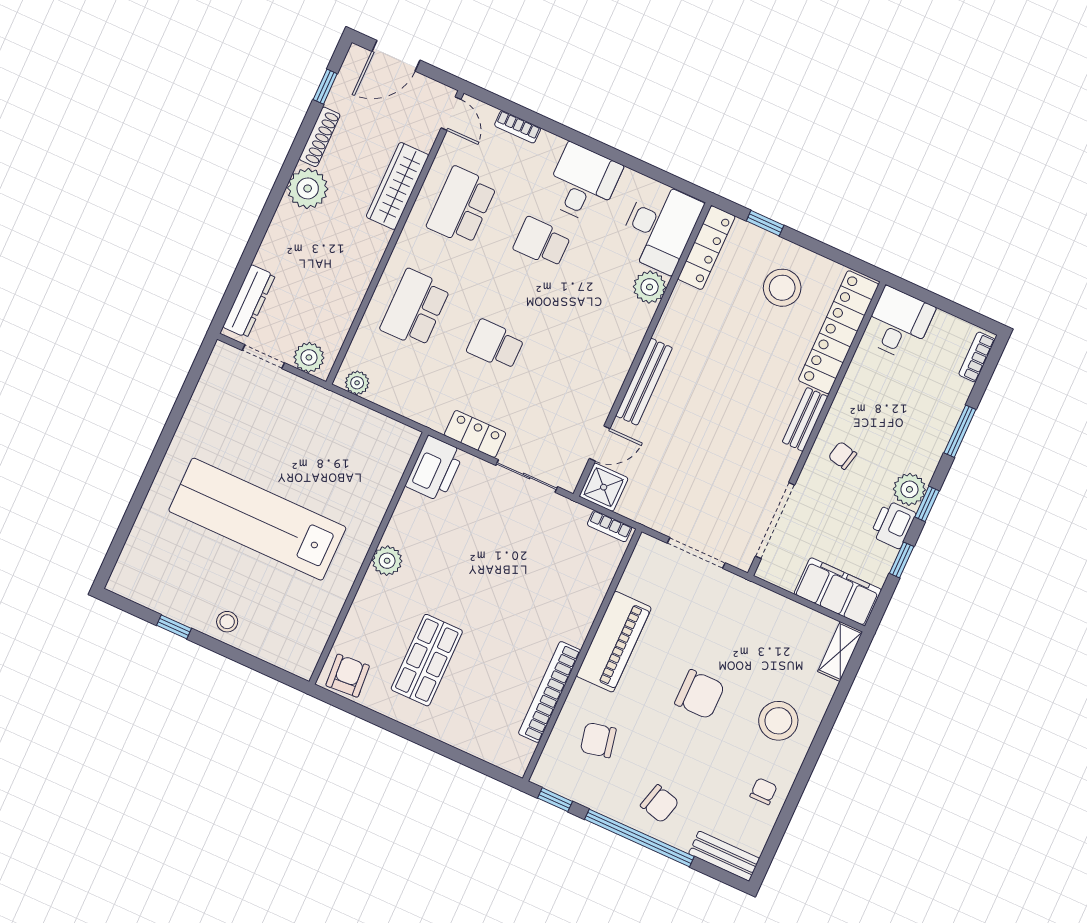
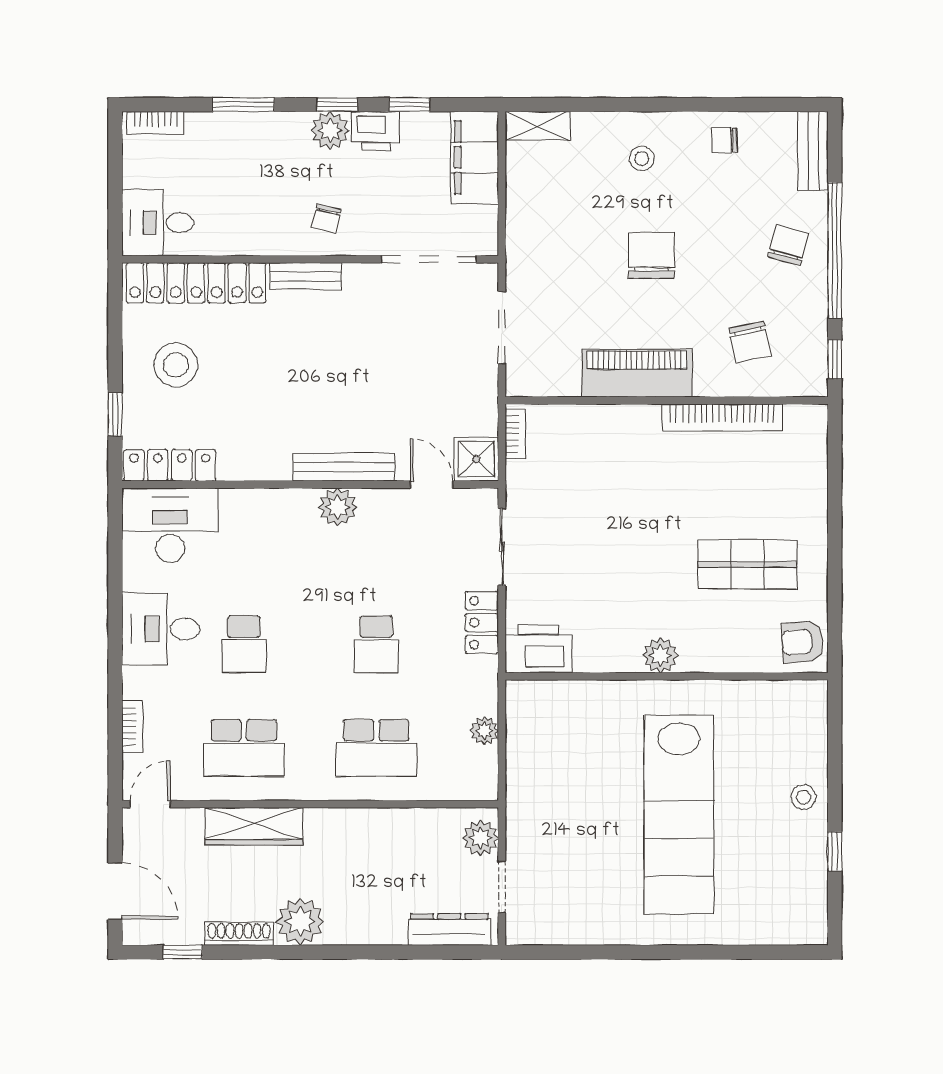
plant: (650, 287) -> (338, 507), moved
plant: (357, 383) -> (484, 731), moved
stool: (778, 721) -> (642, 158), width x0.53, depth x0.53

